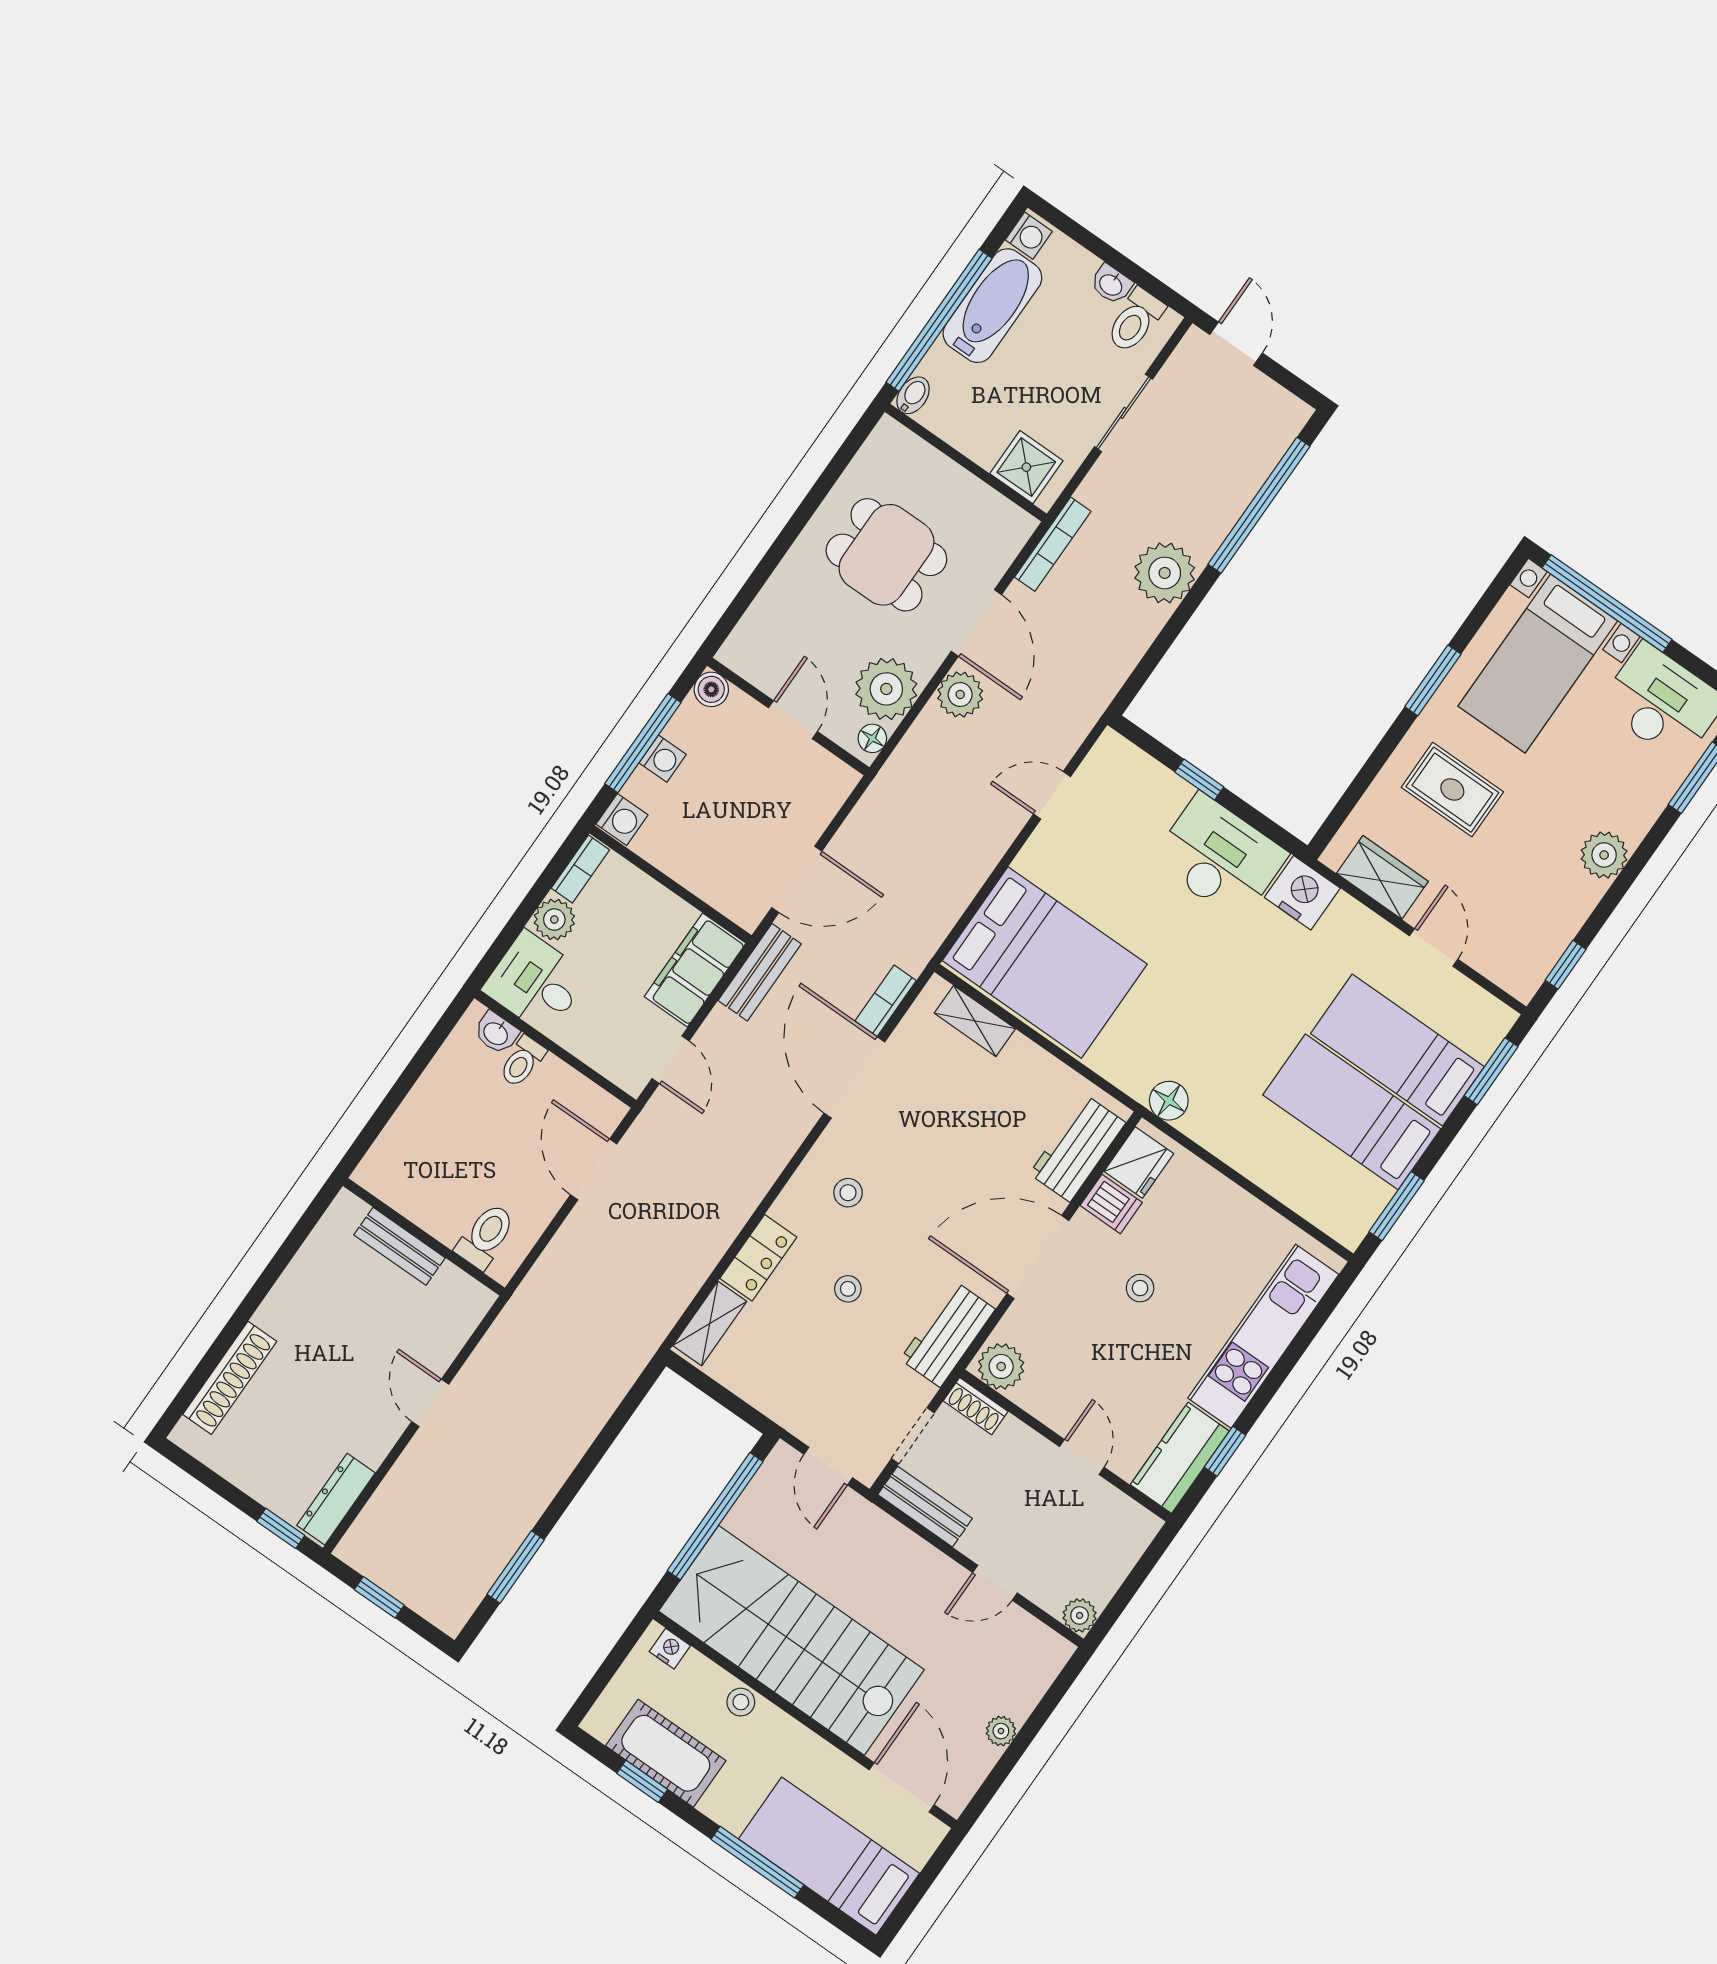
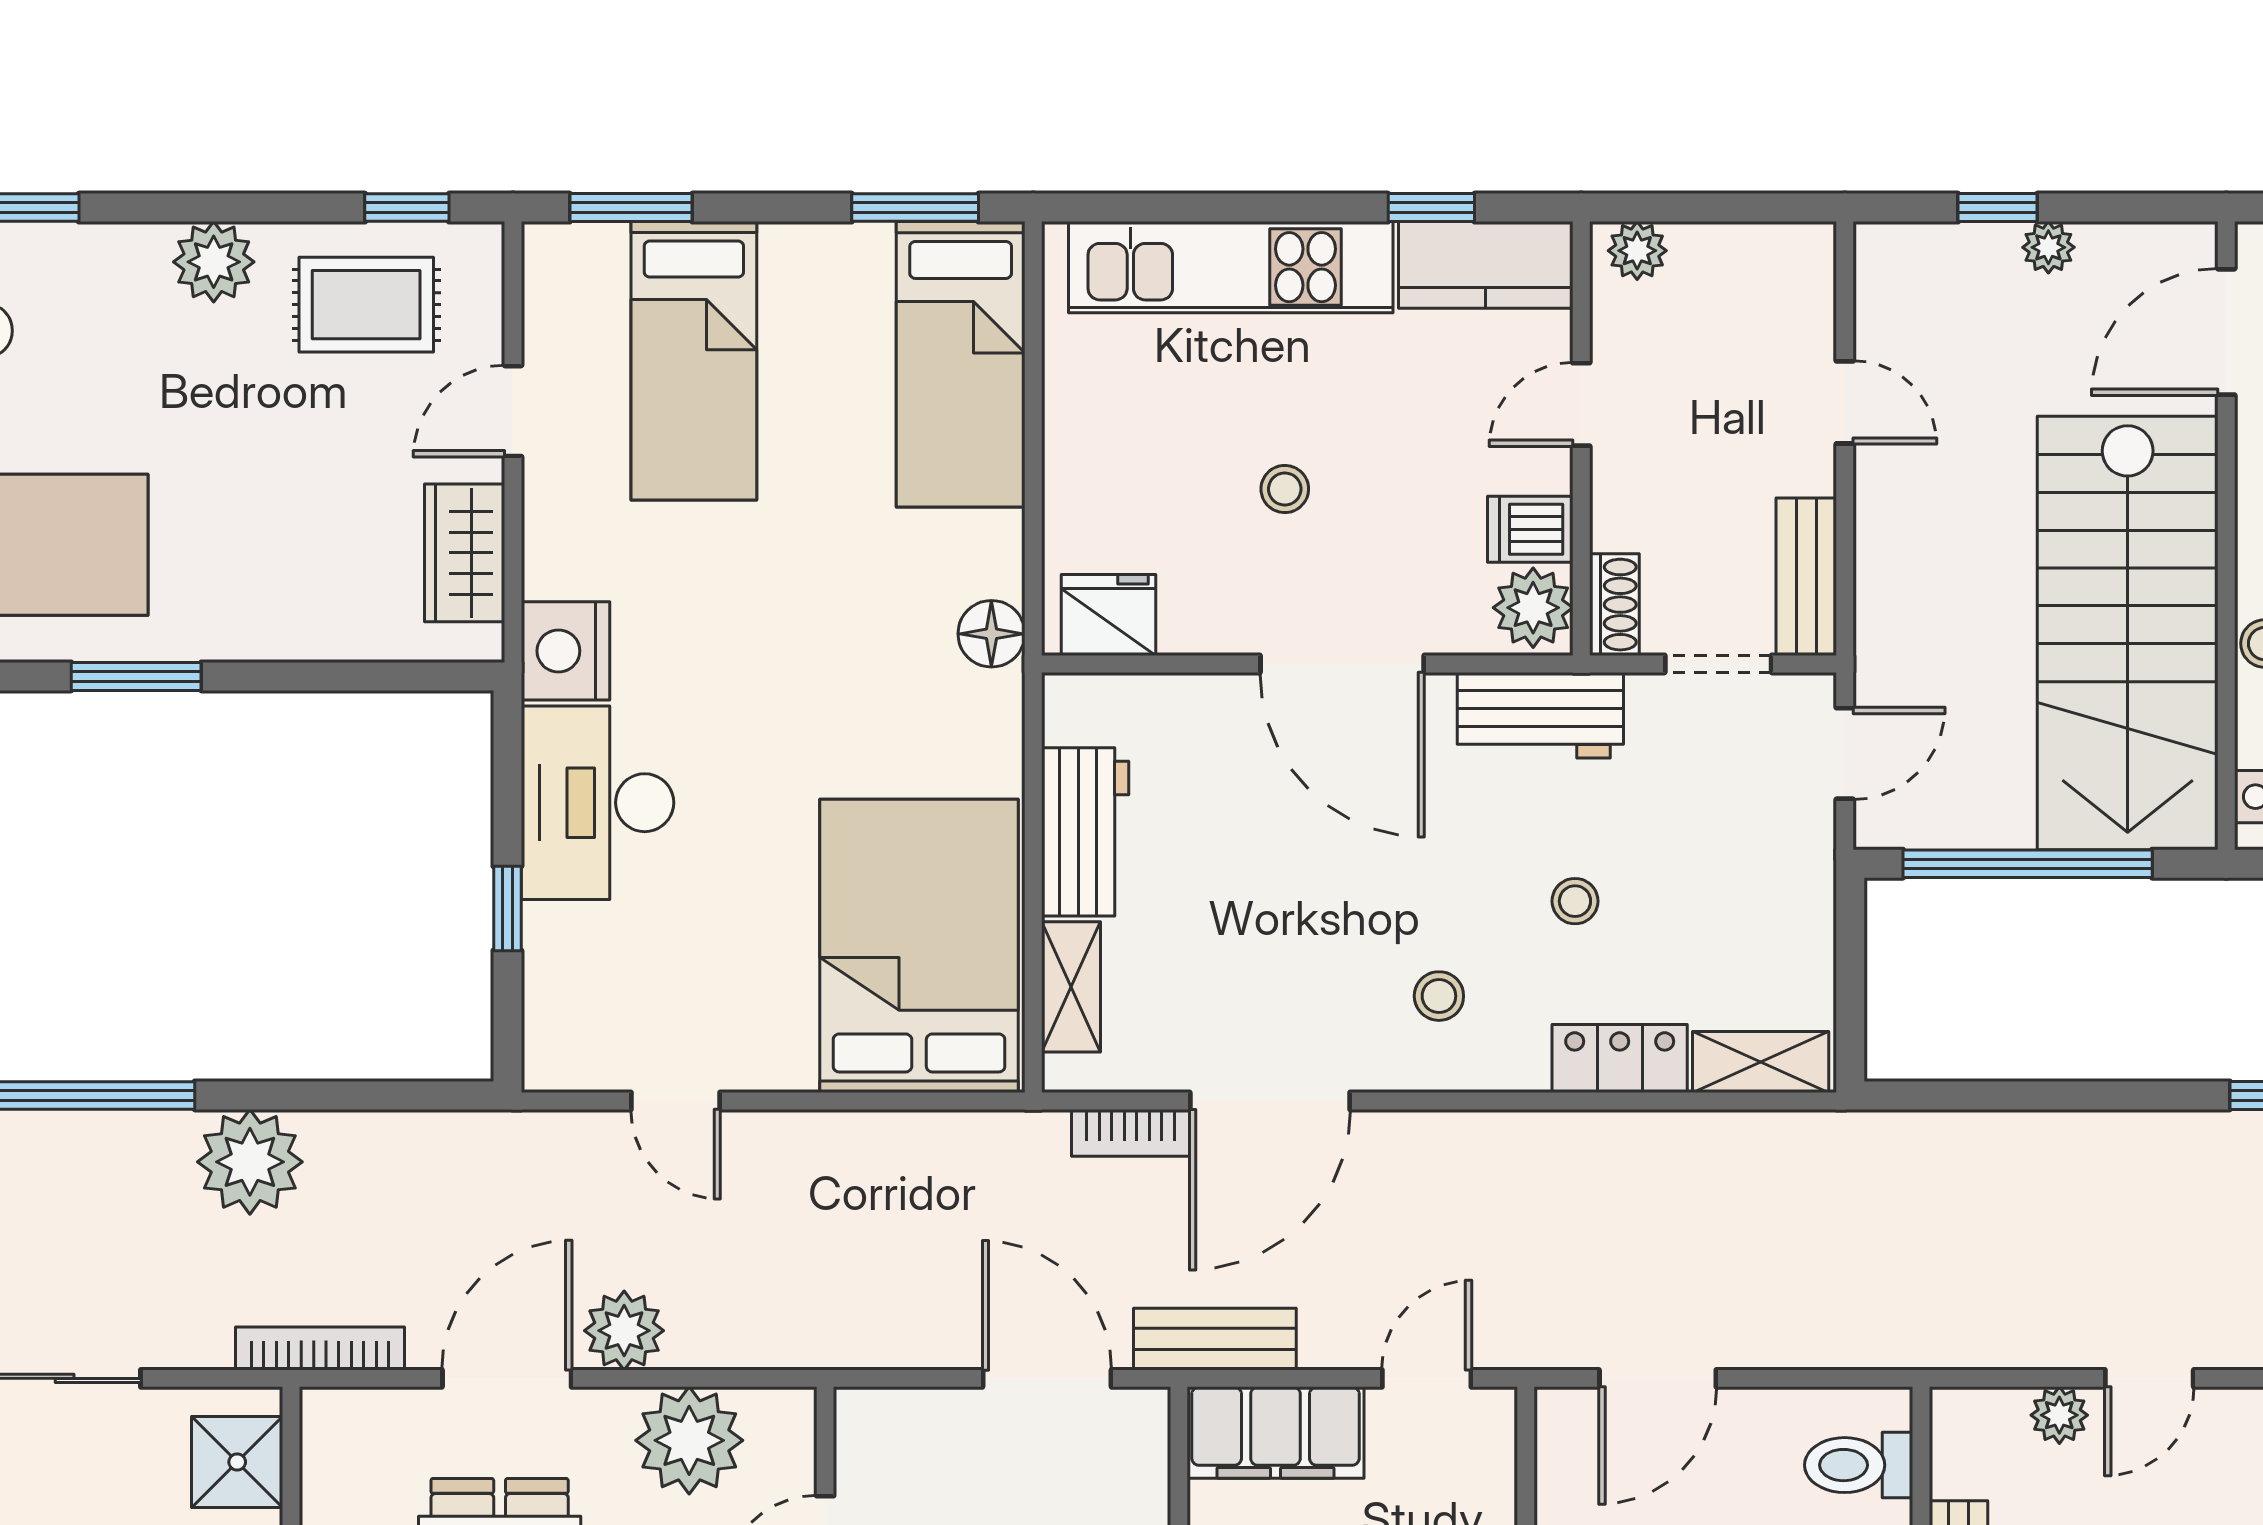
floor lamp: (872, 738) -> (773, 1411), removed
rug: (1452, 790) -> (366, 305), moved, turned 90
bed: (1352, 1112) -> (961, 364), moved
workbench: (1078, 1148) -> (1085, 832), moved, turned -90
dishwasher: (1111, 1204) -> (1530, 529), moved, turned -90
plant: (443, 1348) -> (2059, 1415), added
plant: (1080, 1615) -> (1637, 251), moved
window: (1037, 1720) -> (1998, 208), added

